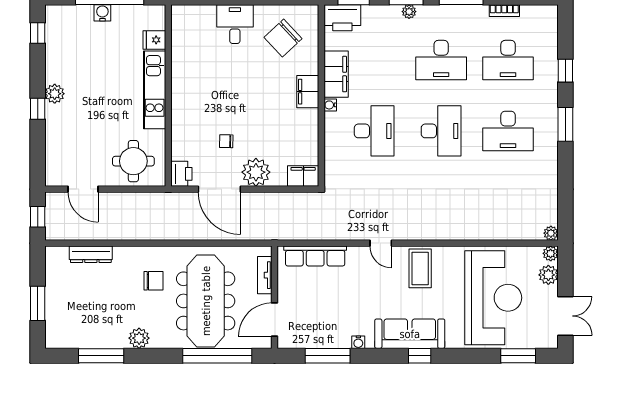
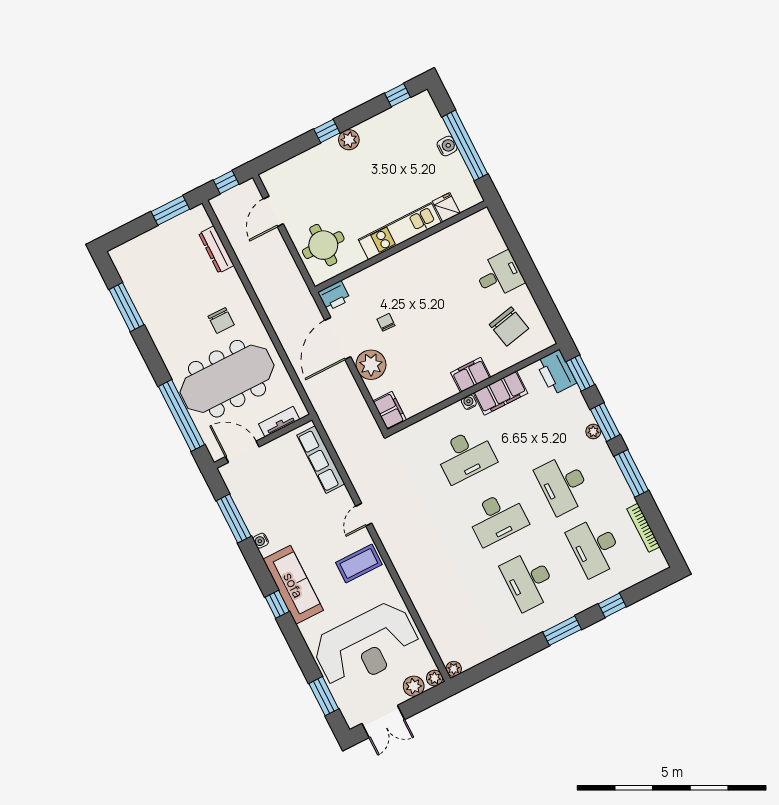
bookcase: (504, 11) -> (643, 528), width x1.56
chair: (283, 38) -> (509, 326), turned -149
window: (38, 303) -> (170, 210), moved
plant: (139, 338) -> (161, 334), removed

